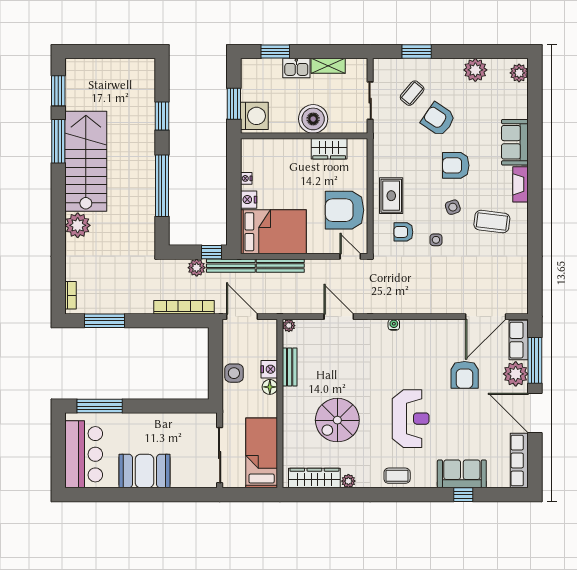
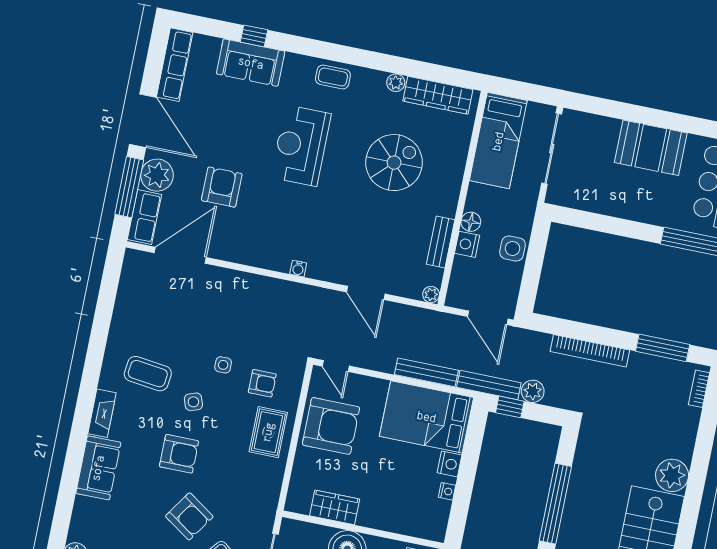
bookcase: (184, 307) -> (590, 351), moved

